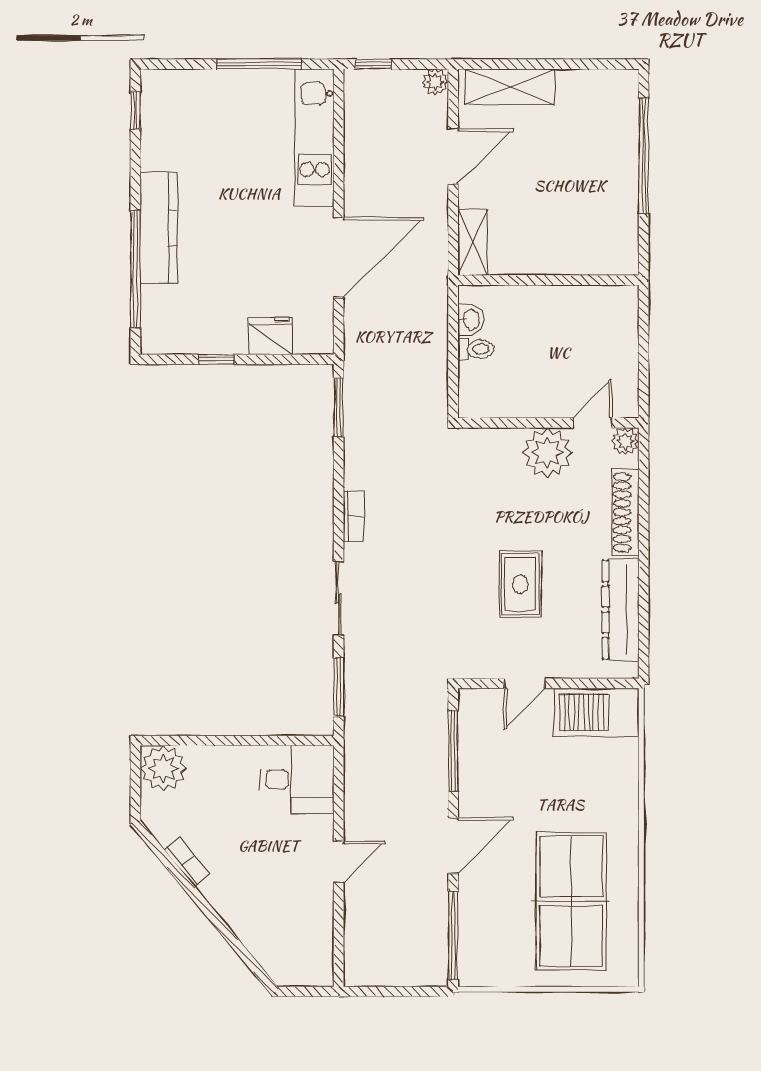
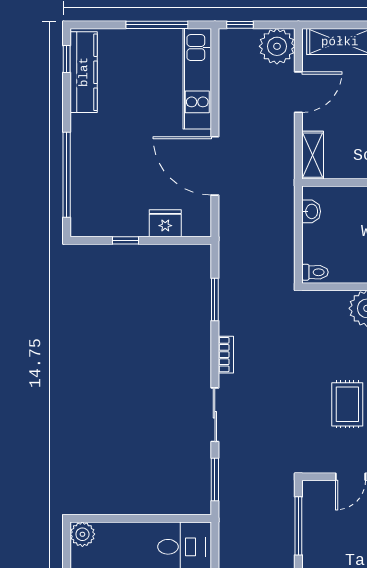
plant: (435, 82) -> (277, 46), width x1.87, depth x1.87
kitchen counter: (159, 228) -> (84, 72), moved
door: (339, 257) -> (215, 166), swing flipped
toilet: (476, 349) -> (315, 272), moved
window: (339, 407) -> (215, 299), moved
plant: (163, 768) -> (82, 534), width x0.73, depth x0.73

